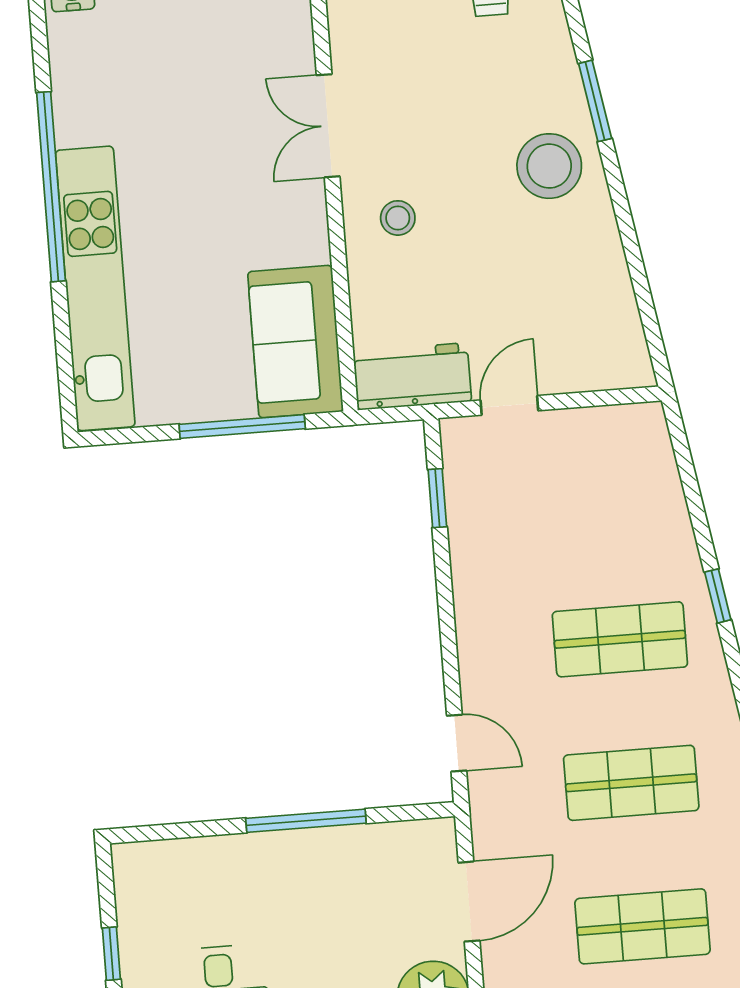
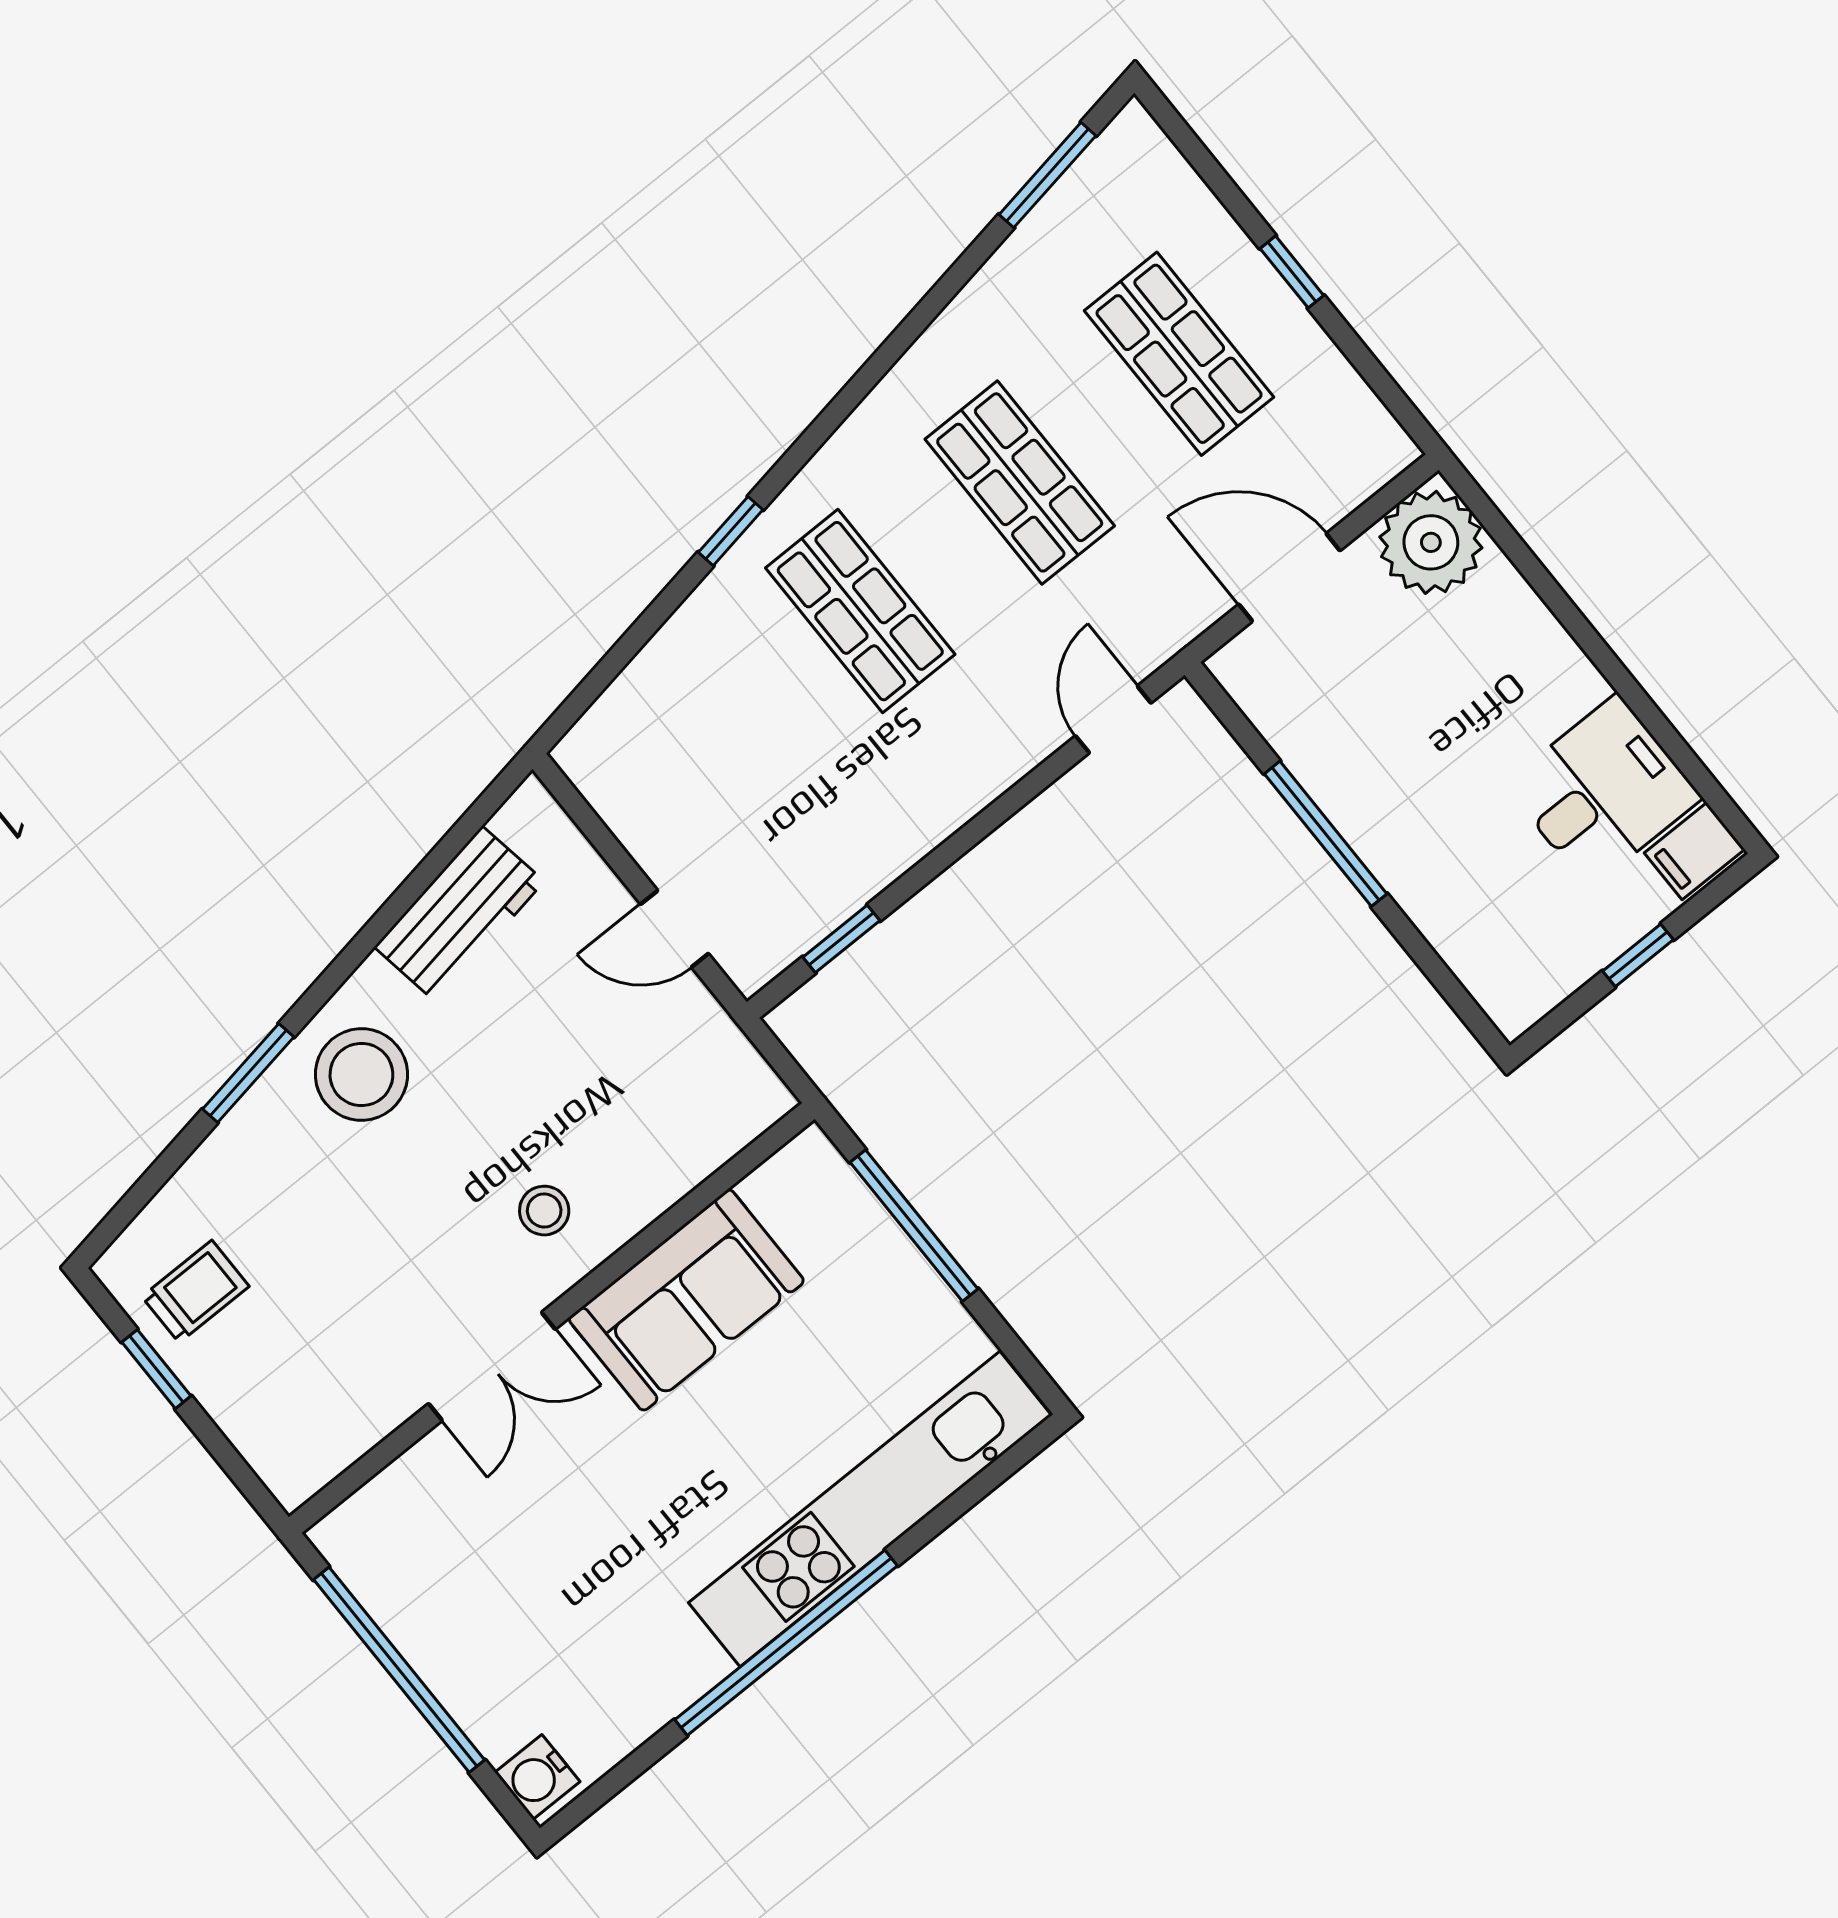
sofa: (296, 342) -> (686, 1300), moved
workbench: (412, 376) -> (459, 914), moved, turned -99

